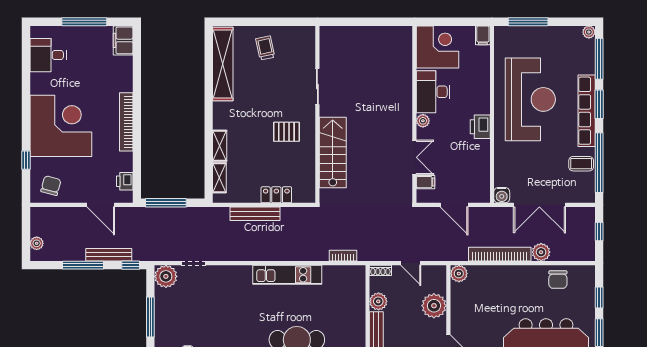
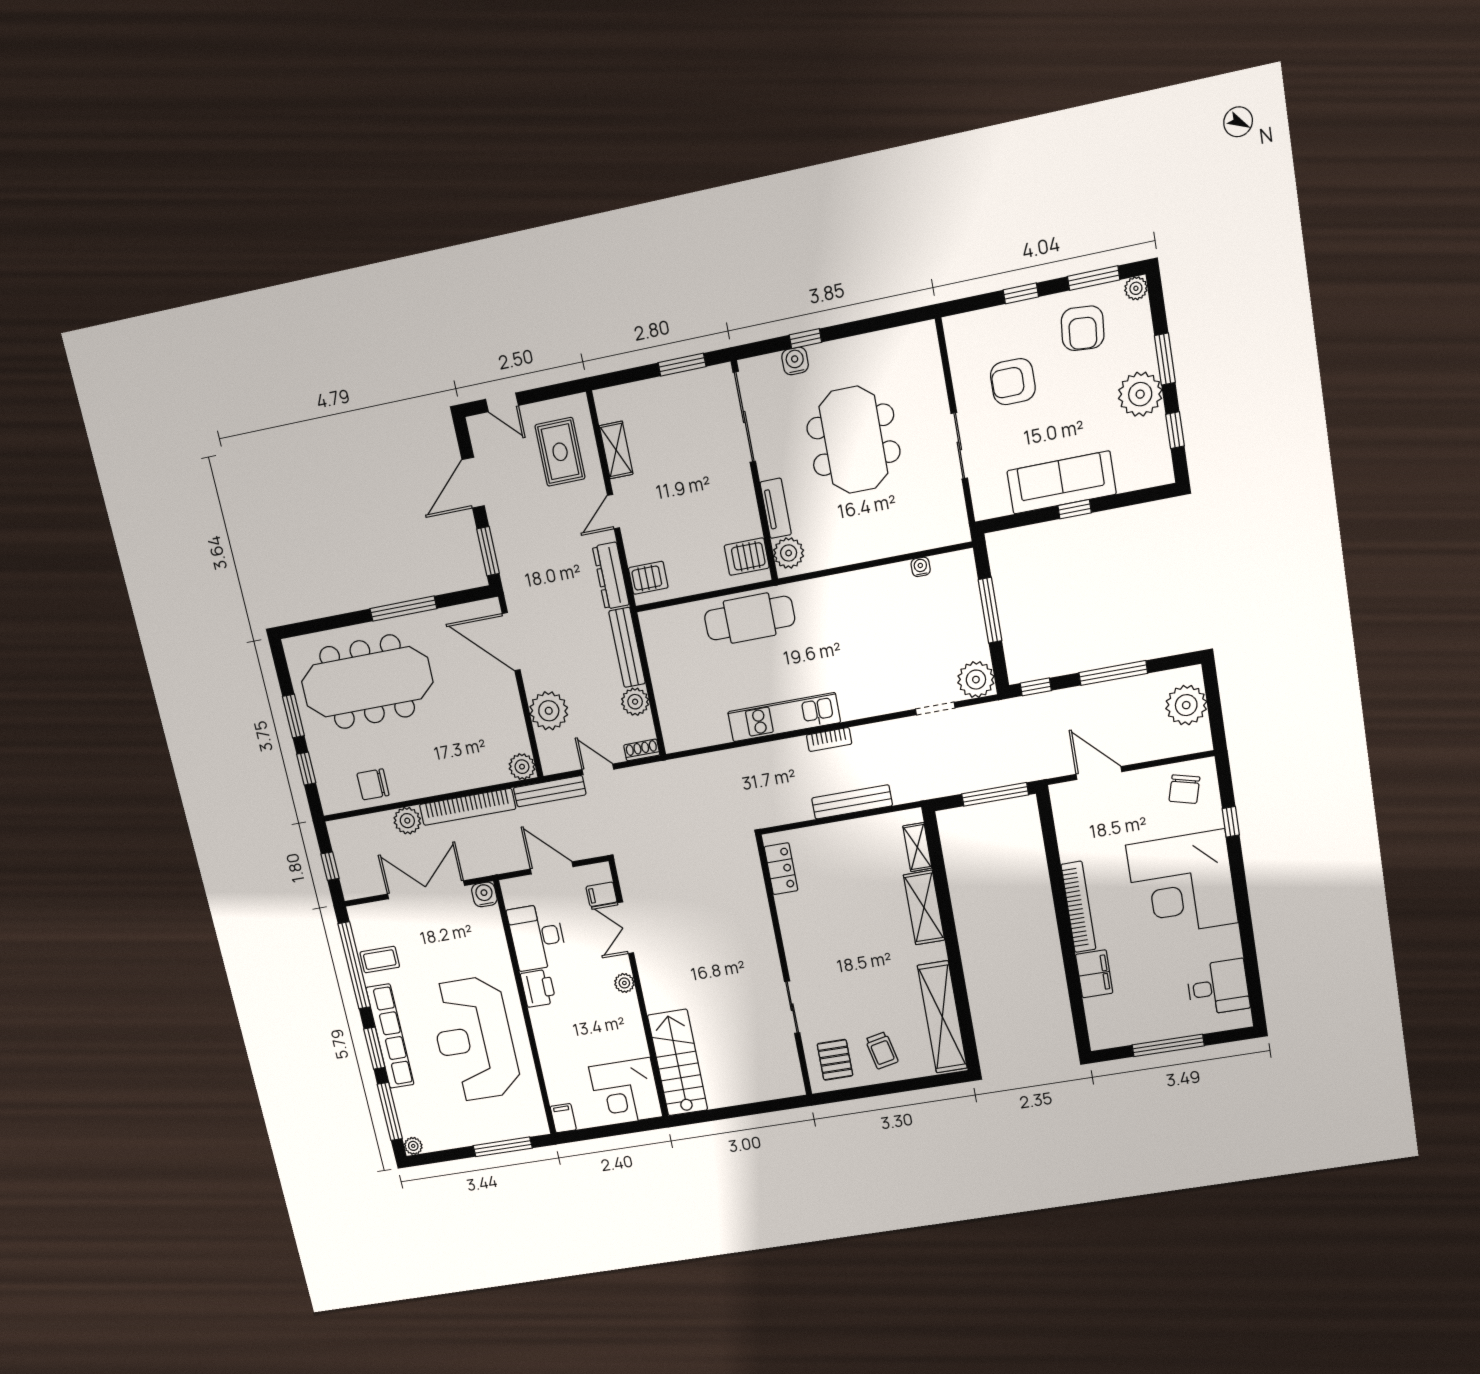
filing cabinet: (123, 40) -> (1094, 974), moved
desk: (433, 92) -> (537, 937), moved, turned 180
pallet: (286, 132) -> (835, 1060), moved, turned 90
shelving: (220, 146) -> (924, 908), width x1.50, depth x1.33
stairs: (333, 153) -> (678, 1063), moved, turned 180
printer: (125, 181) -> (1066, 816), removed
locker: (276, 195) -> (781, 869), moved, turned -90
plant: (37, 243) -> (1186, 705), width x1.88, depth x1.88
bench: (109, 255) -> (550, 791), moved
bookcase: (343, 256) -> (829, 739), moved
chair: (558, 280) -> (373, 784), turned -90

